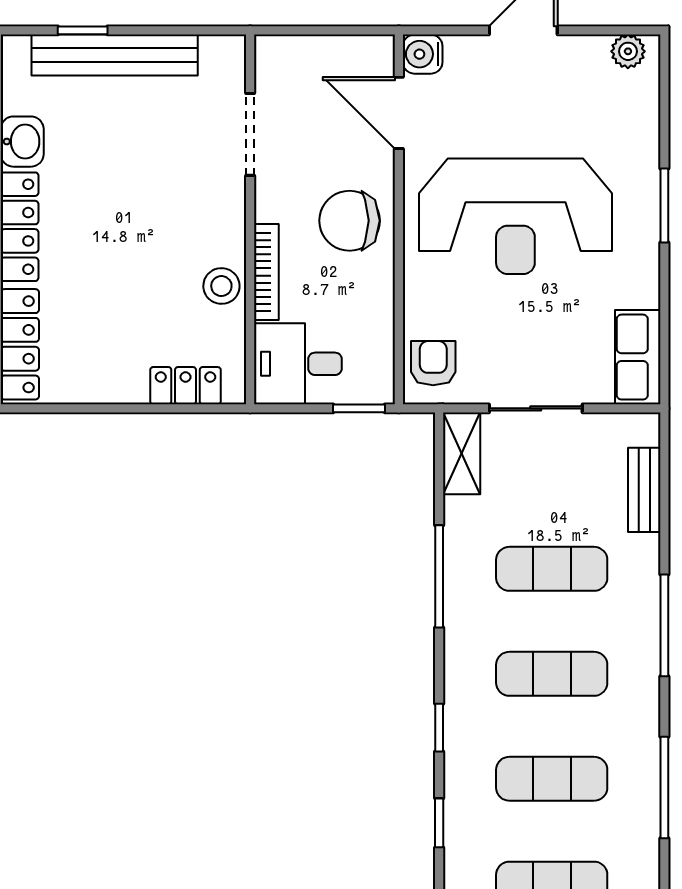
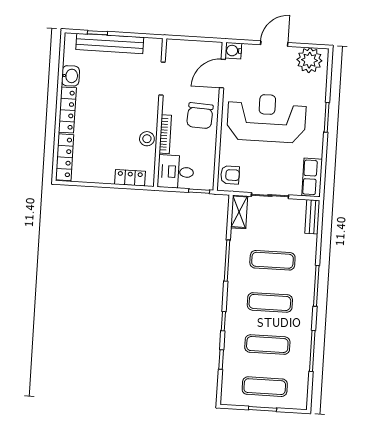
plant: (628, 51) -> (309, 60), width x1.88, depth x1.88
door: (399, 113) -> (222, 74), hinge flipped
reception desk: (515, 216) -> (267, 118), turned 180
chair: (350, 221) -> (200, 116), turned -87
armchair: (433, 363) -> (230, 175), turned 90
bench: (644, 490) -> (312, 217), moved

